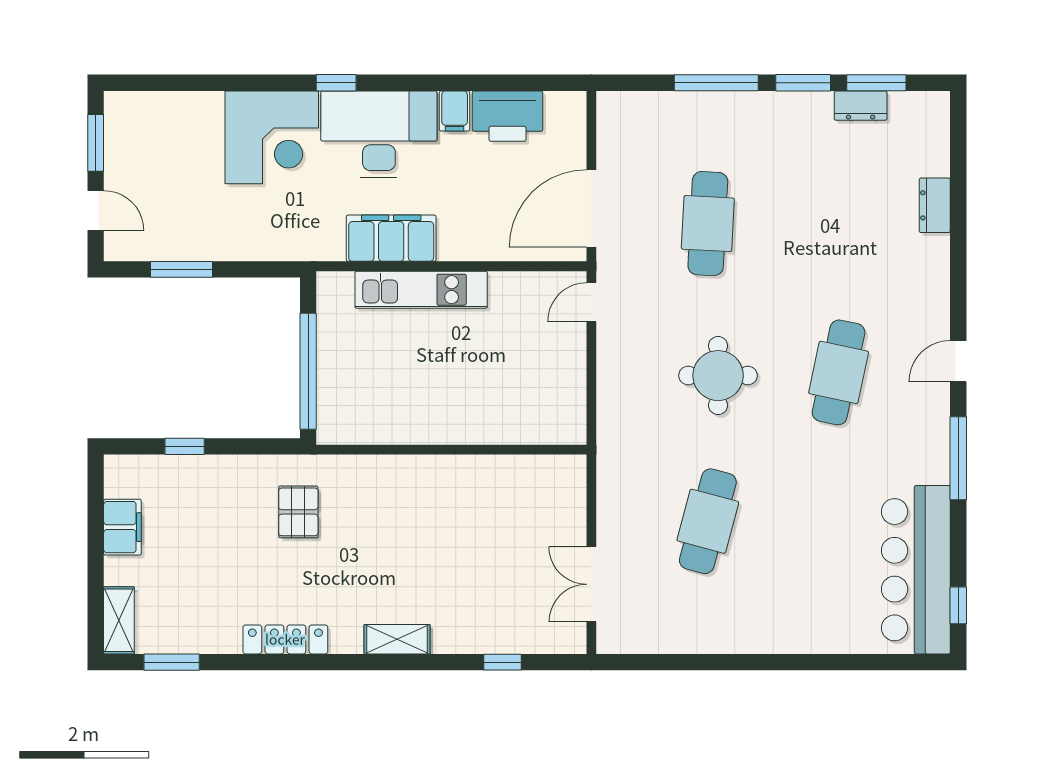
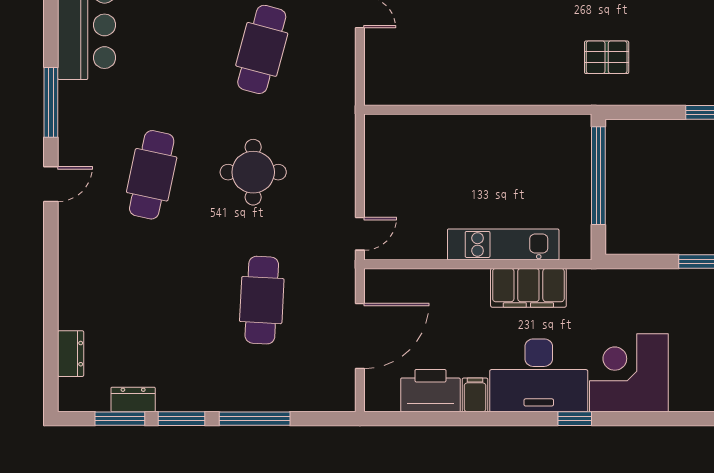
dresser: (935, 205) -> (71, 354), moved
door: (591, 209) -> (360, 336), moved
pallet: (298, 512) -> (607, 57), turned 90

